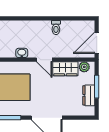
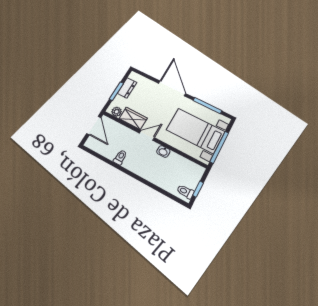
door: (97, 43) -> (94, 126), hinge flipped
door: (44, 60) -> (147, 135), hinge flipped

